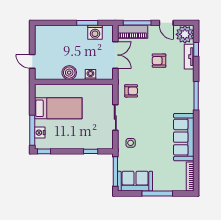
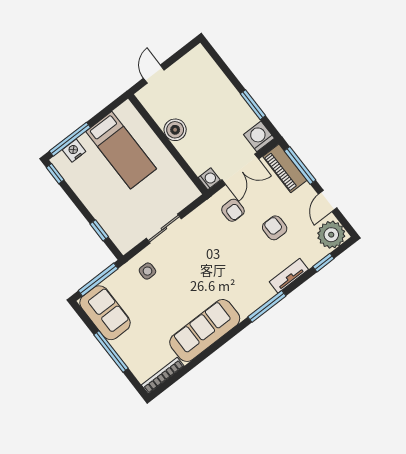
washing machine: (95, 32) -> (259, 136), moved, turned 90
tv unit: (189, 57) -> (289, 276), moved
washing machine: (90, 75) -> (209, 179), moved
armchair: (131, 91) -> (233, 210), moved

